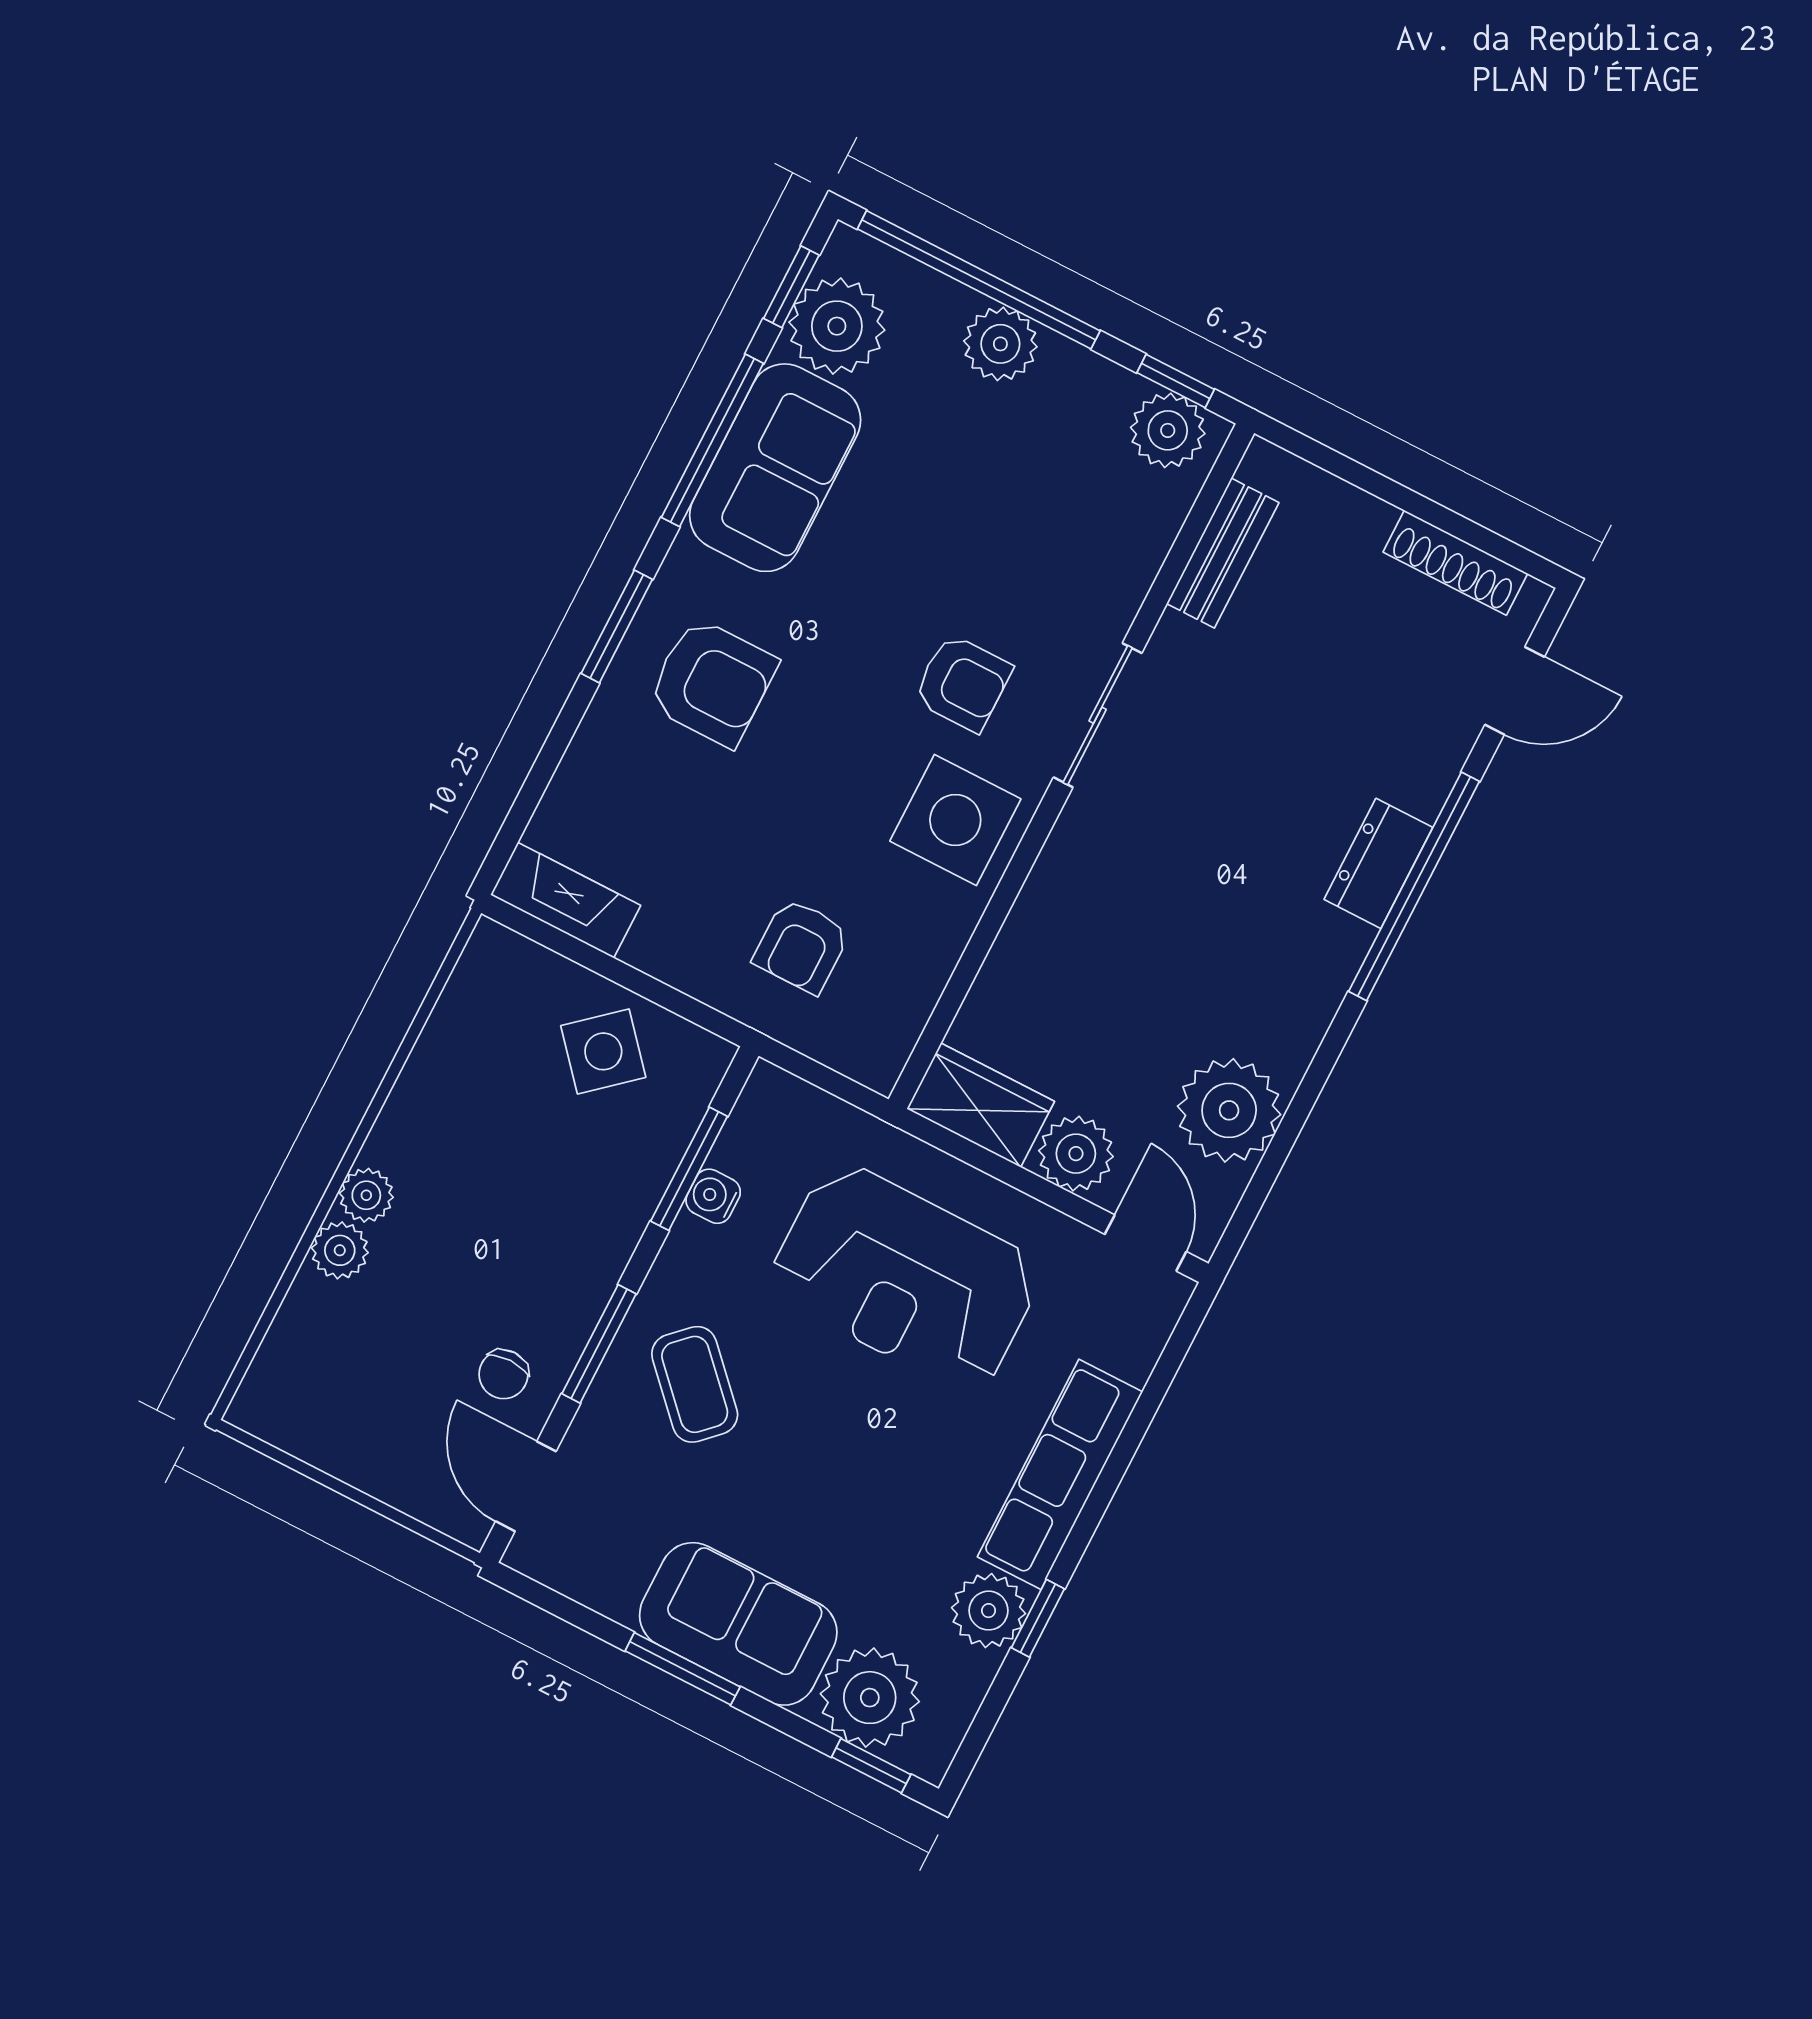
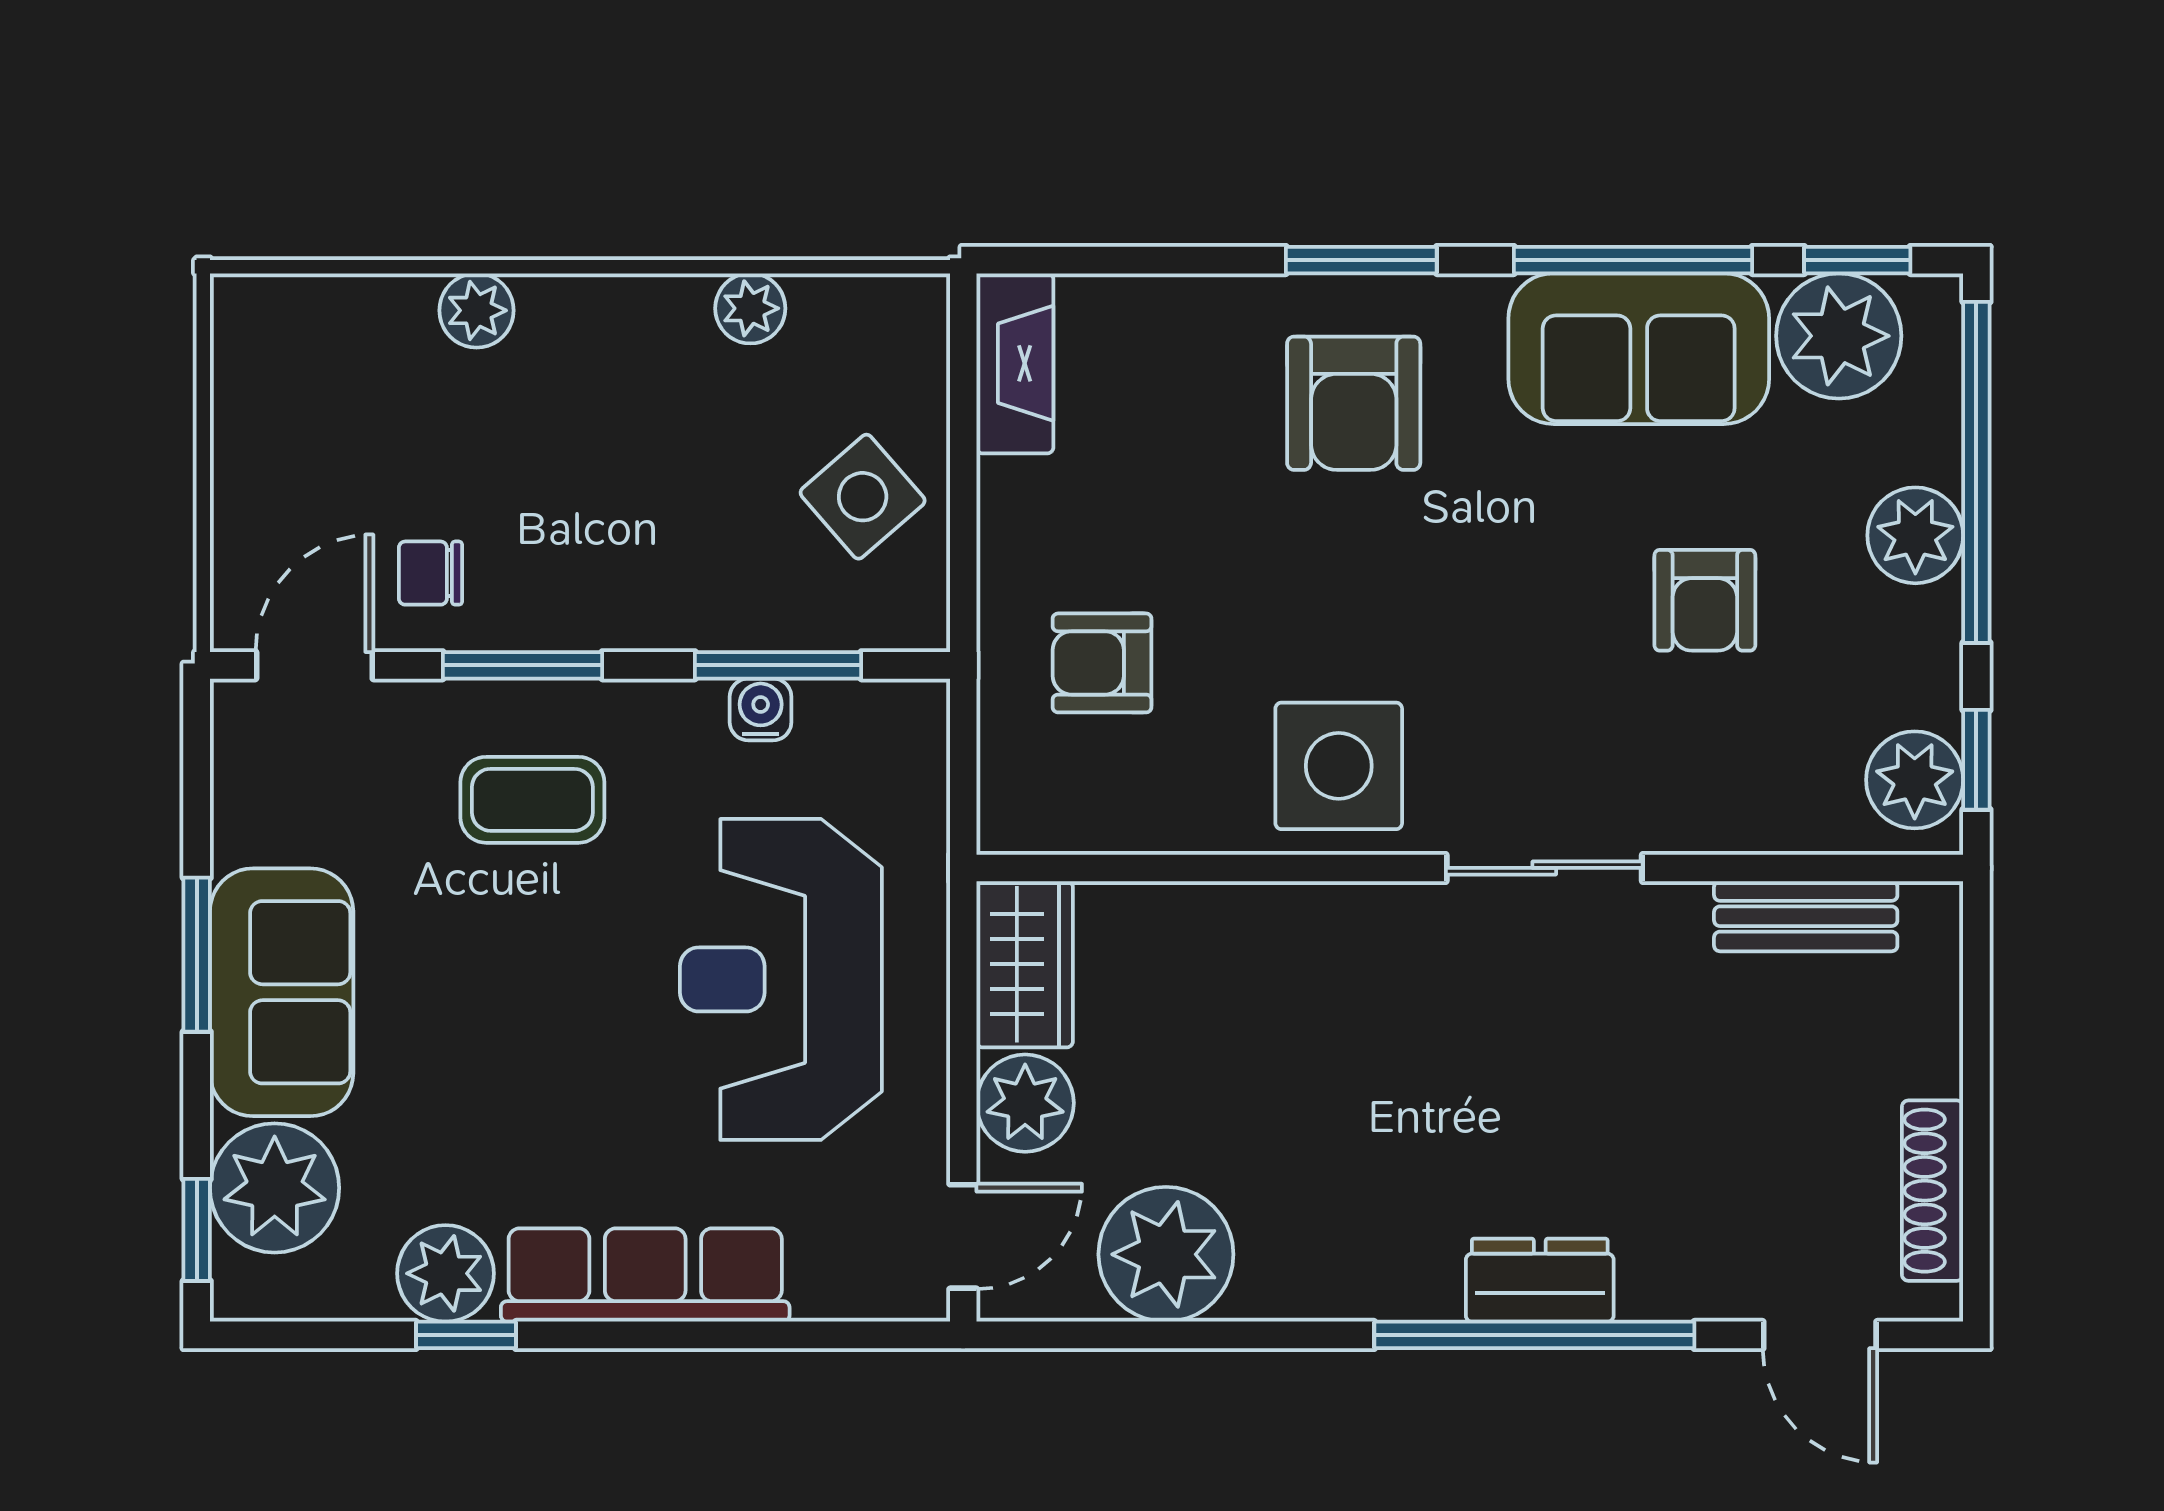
armchair: (963, 683) -> (1705, 600), moved
plant: (366, 1195) -> (750, 308), moved
coffee table: (695, 1384) -> (532, 800), turned 44

